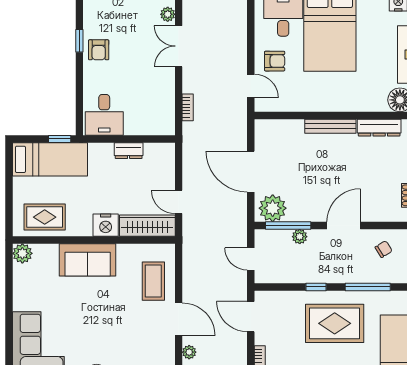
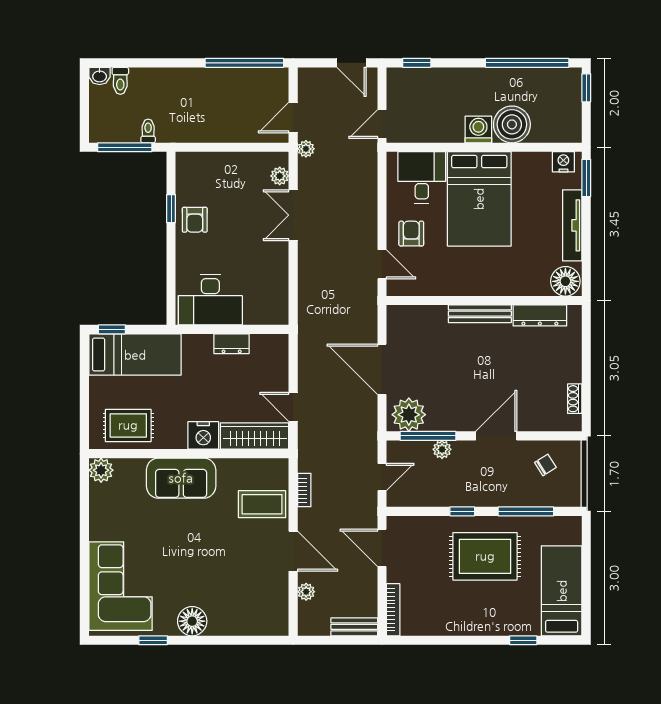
armchair: (275, 61) -> (411, 234), turned -90
bookcase: (188, 107) -> (304, 490), moved
desk: (104, 115) -> (210, 300), width x1.37
window: (60, 139) -> (112, 329), moved
door: (251, 259) -> (382, 477), swing flipped
coffee table: (153, 281) -> (262, 504), turned 90

